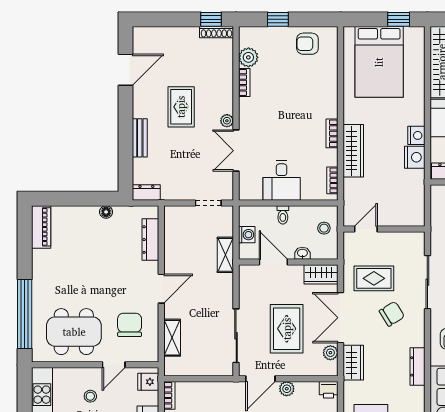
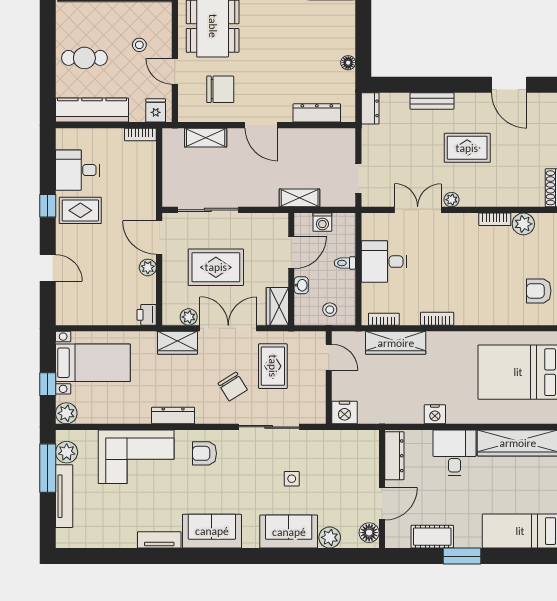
armchair: (307, 44) -> (539, 291), turned -90
wardrobe: (353, 151) -> (396, 343), moved
nightstand: (415, 157) -> (345, 413), moved

